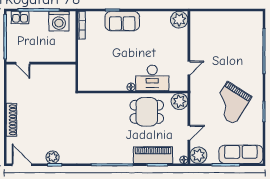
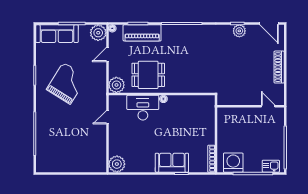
door: (23, 63) -> (268, 106), moved
wall: (41, 63) -> (251, 106), moved

